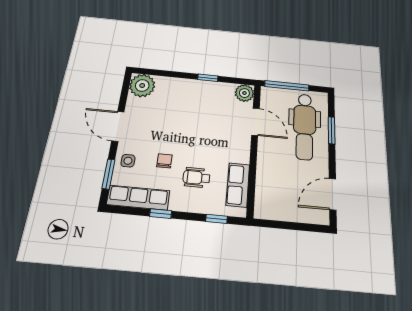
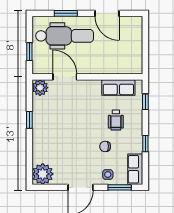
window: (287, 86) -> (29, 52), width x0.46
door: (255, 122) -> (65, 77), hinge flipped
door: (333, 194) -> (107, 13), moved
row of seats: (138, 198) -> (135, 169), width x0.68

